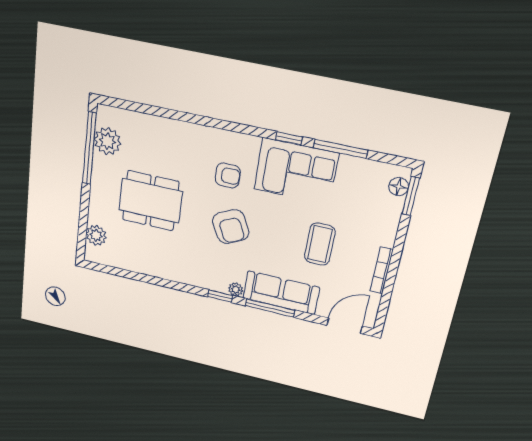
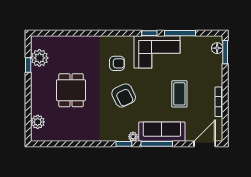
window: (89, 148) -> (28, 65), width x0.32
dining table: (151, 201) -> (71, 90), width x0.73

